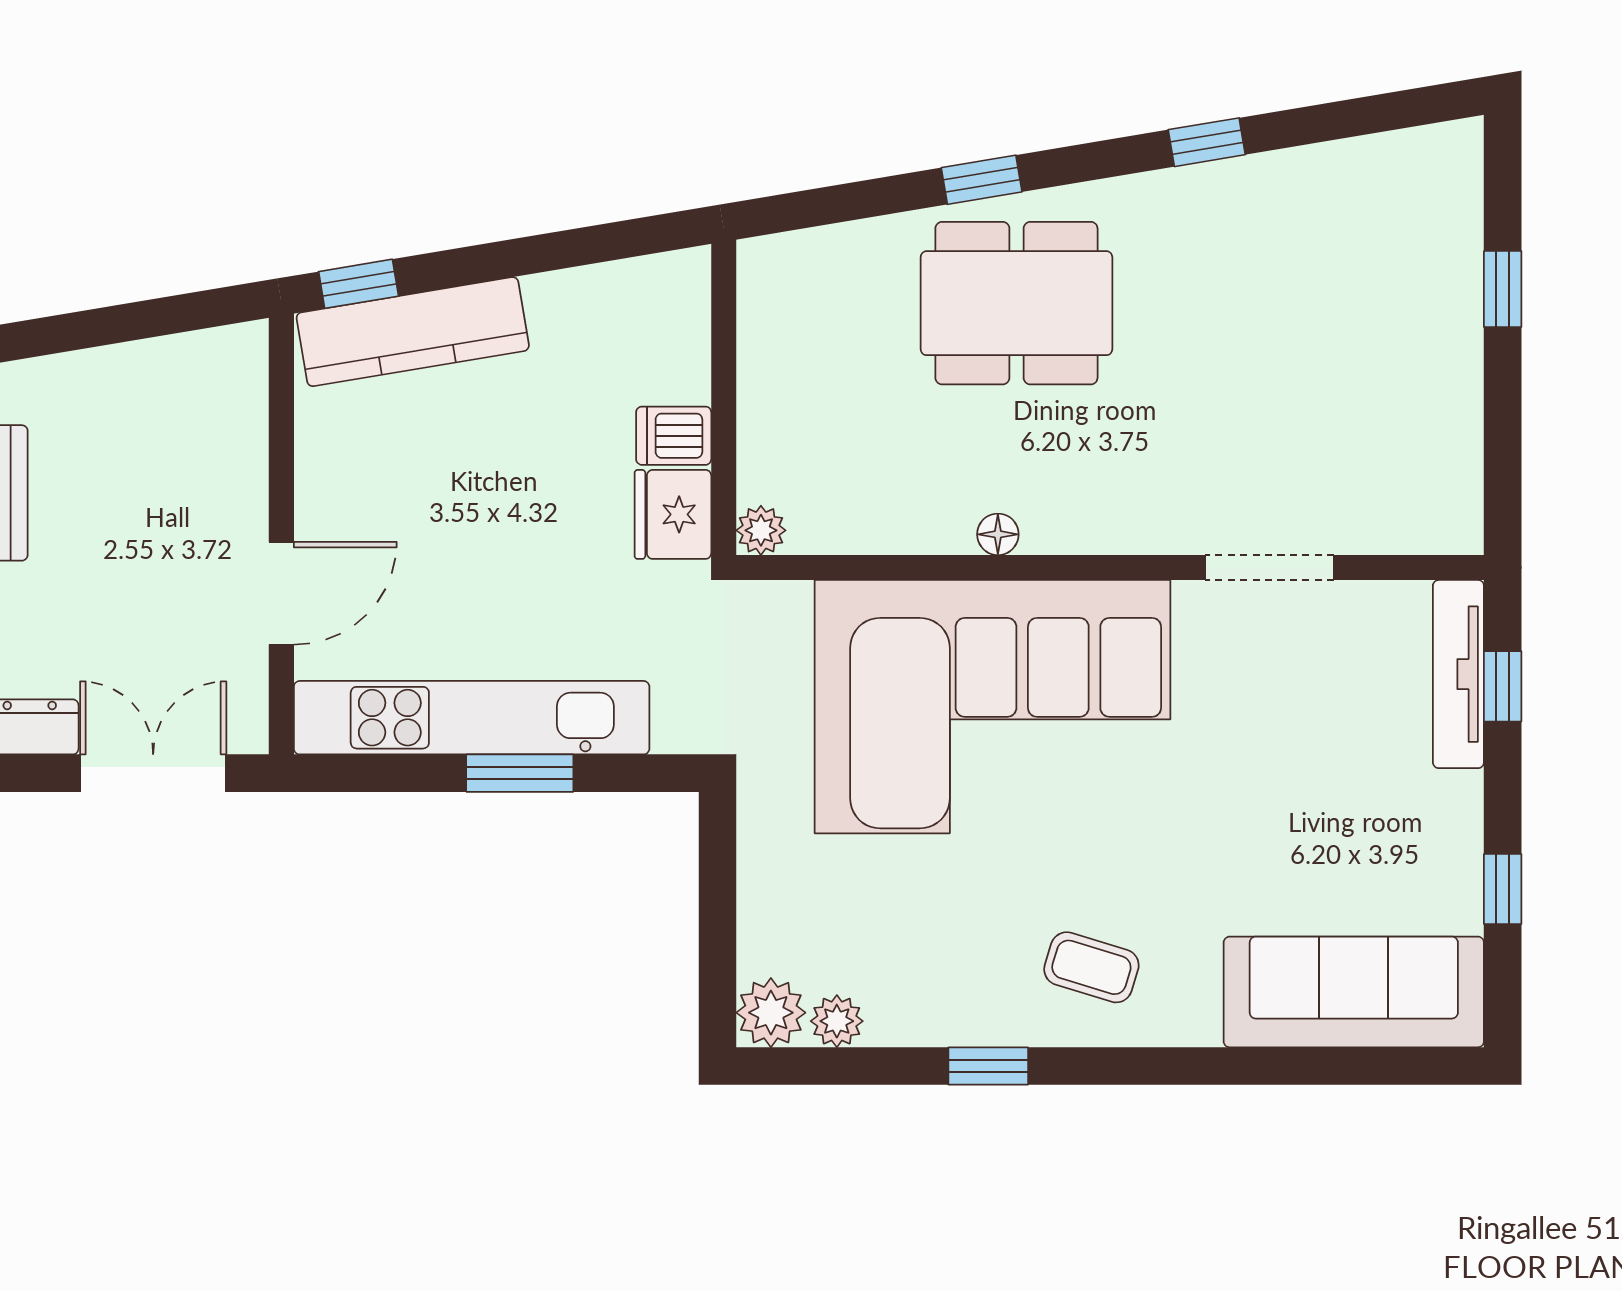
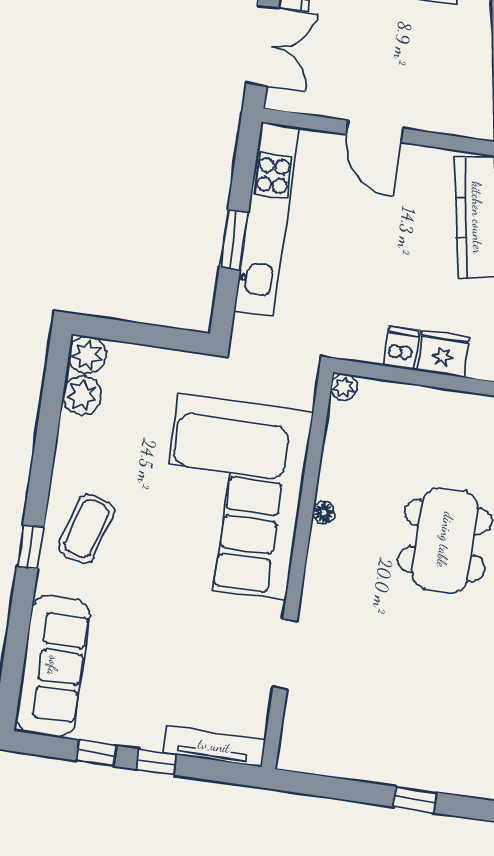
fridge: (673, 514) -> (443, 354), moved
door: (281, 593) -> (375, 131), moved
window: (1503, 686) -> (156, 762), moved
coffee table: (1091, 967) -> (86, 529), width x1.36, depth x1.30
plant: (837, 1021) -> (82, 395), width x1.38, depth x1.38
window: (988, 1066) -> (30, 547), moved

